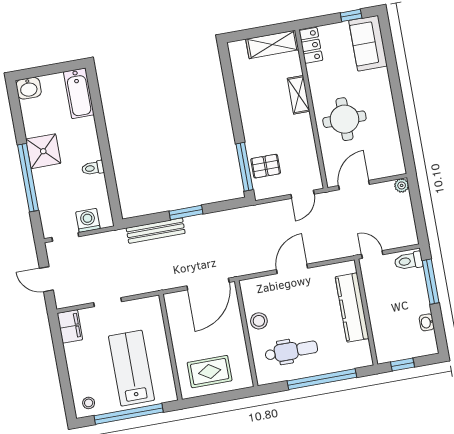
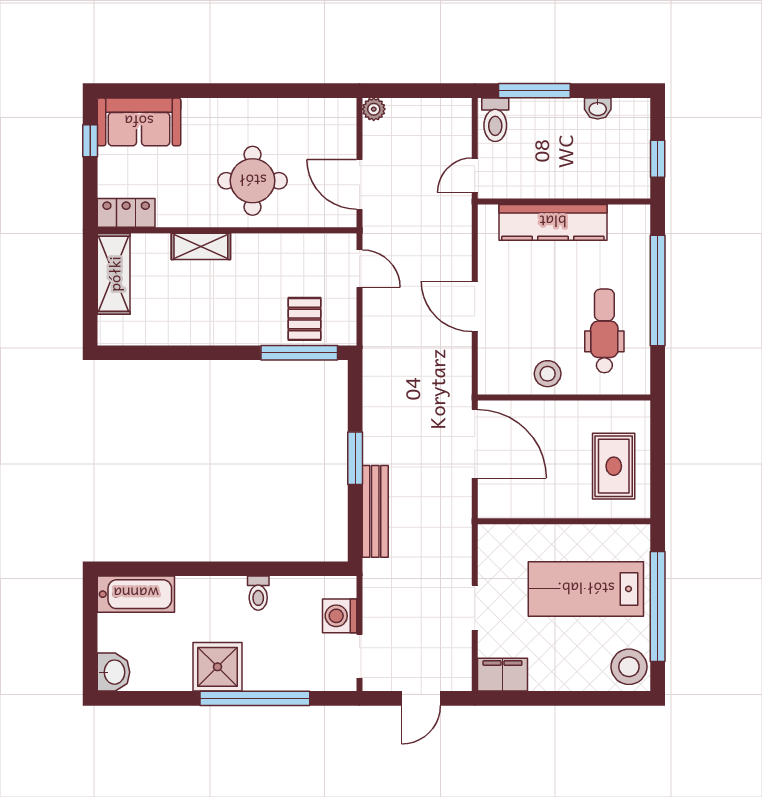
stool: (89, 403) -> (629, 667), width x1.89, depth x1.89

